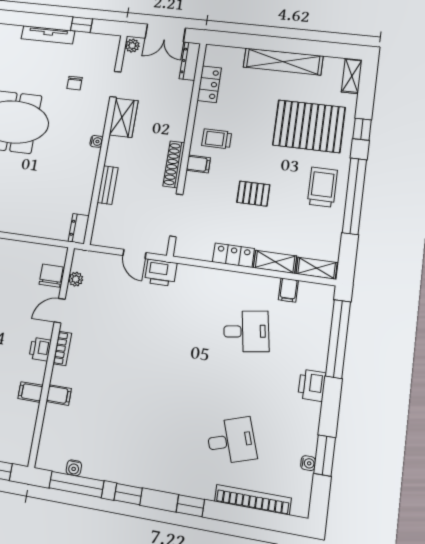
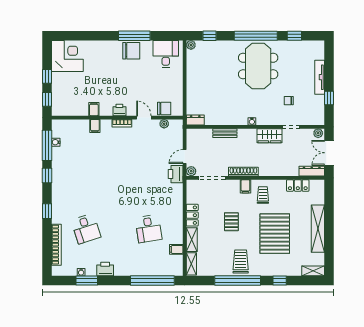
pallet: (309, 126) -> (275, 234), moved
trolley: (322, 187) -> (241, 261), turned -90
plant: (160, 247) -> (191, 171), added
printer: (312, 385) -> (105, 269), moved

